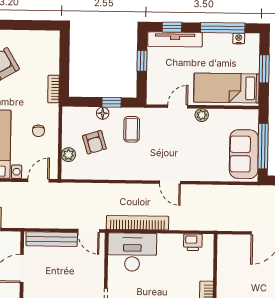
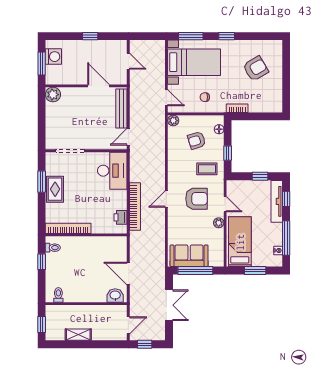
floor lamp: (103, 113) -> (219, 129), moved
armchair: (170, 143) -> (197, 199), added
plant: (68, 155) -> (173, 121), moved
bookcase: (138, 223) -> (135, 206), moved

